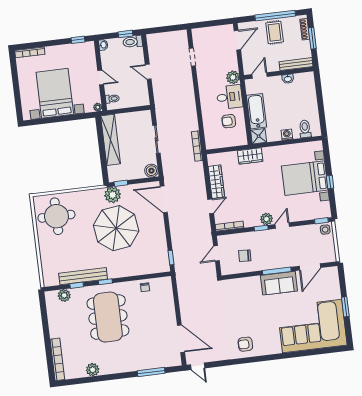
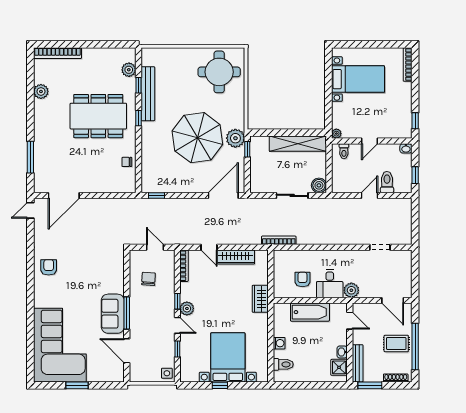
window: (312, 38) -> (370, 385), moved
toilet: (133, 42) -> (387, 182), moved
bed with nightstands: (55, 93) -> (358, 79), width x0.73
shower: (259, 136) -> (339, 367), moved
boiler: (151, 171) -> (319, 185), moved
window: (321, 221) -> (177, 349), moved

